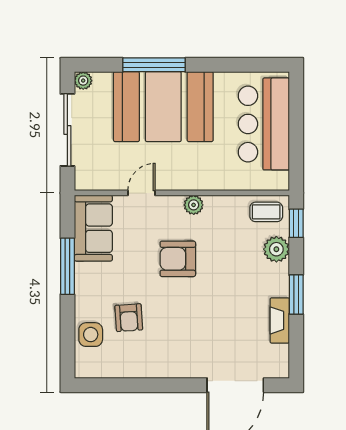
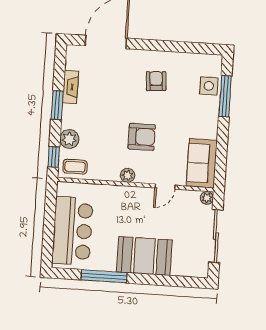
window: (154, 65) -> (104, 276), moved
plant: (83, 81) -> (207, 198), moved
booth: (163, 107) -> (144, 256), width x0.73, depth x0.70
window: (67, 266) -> (225, 96), moved
armchair: (129, 318) -> (156, 81), moved

